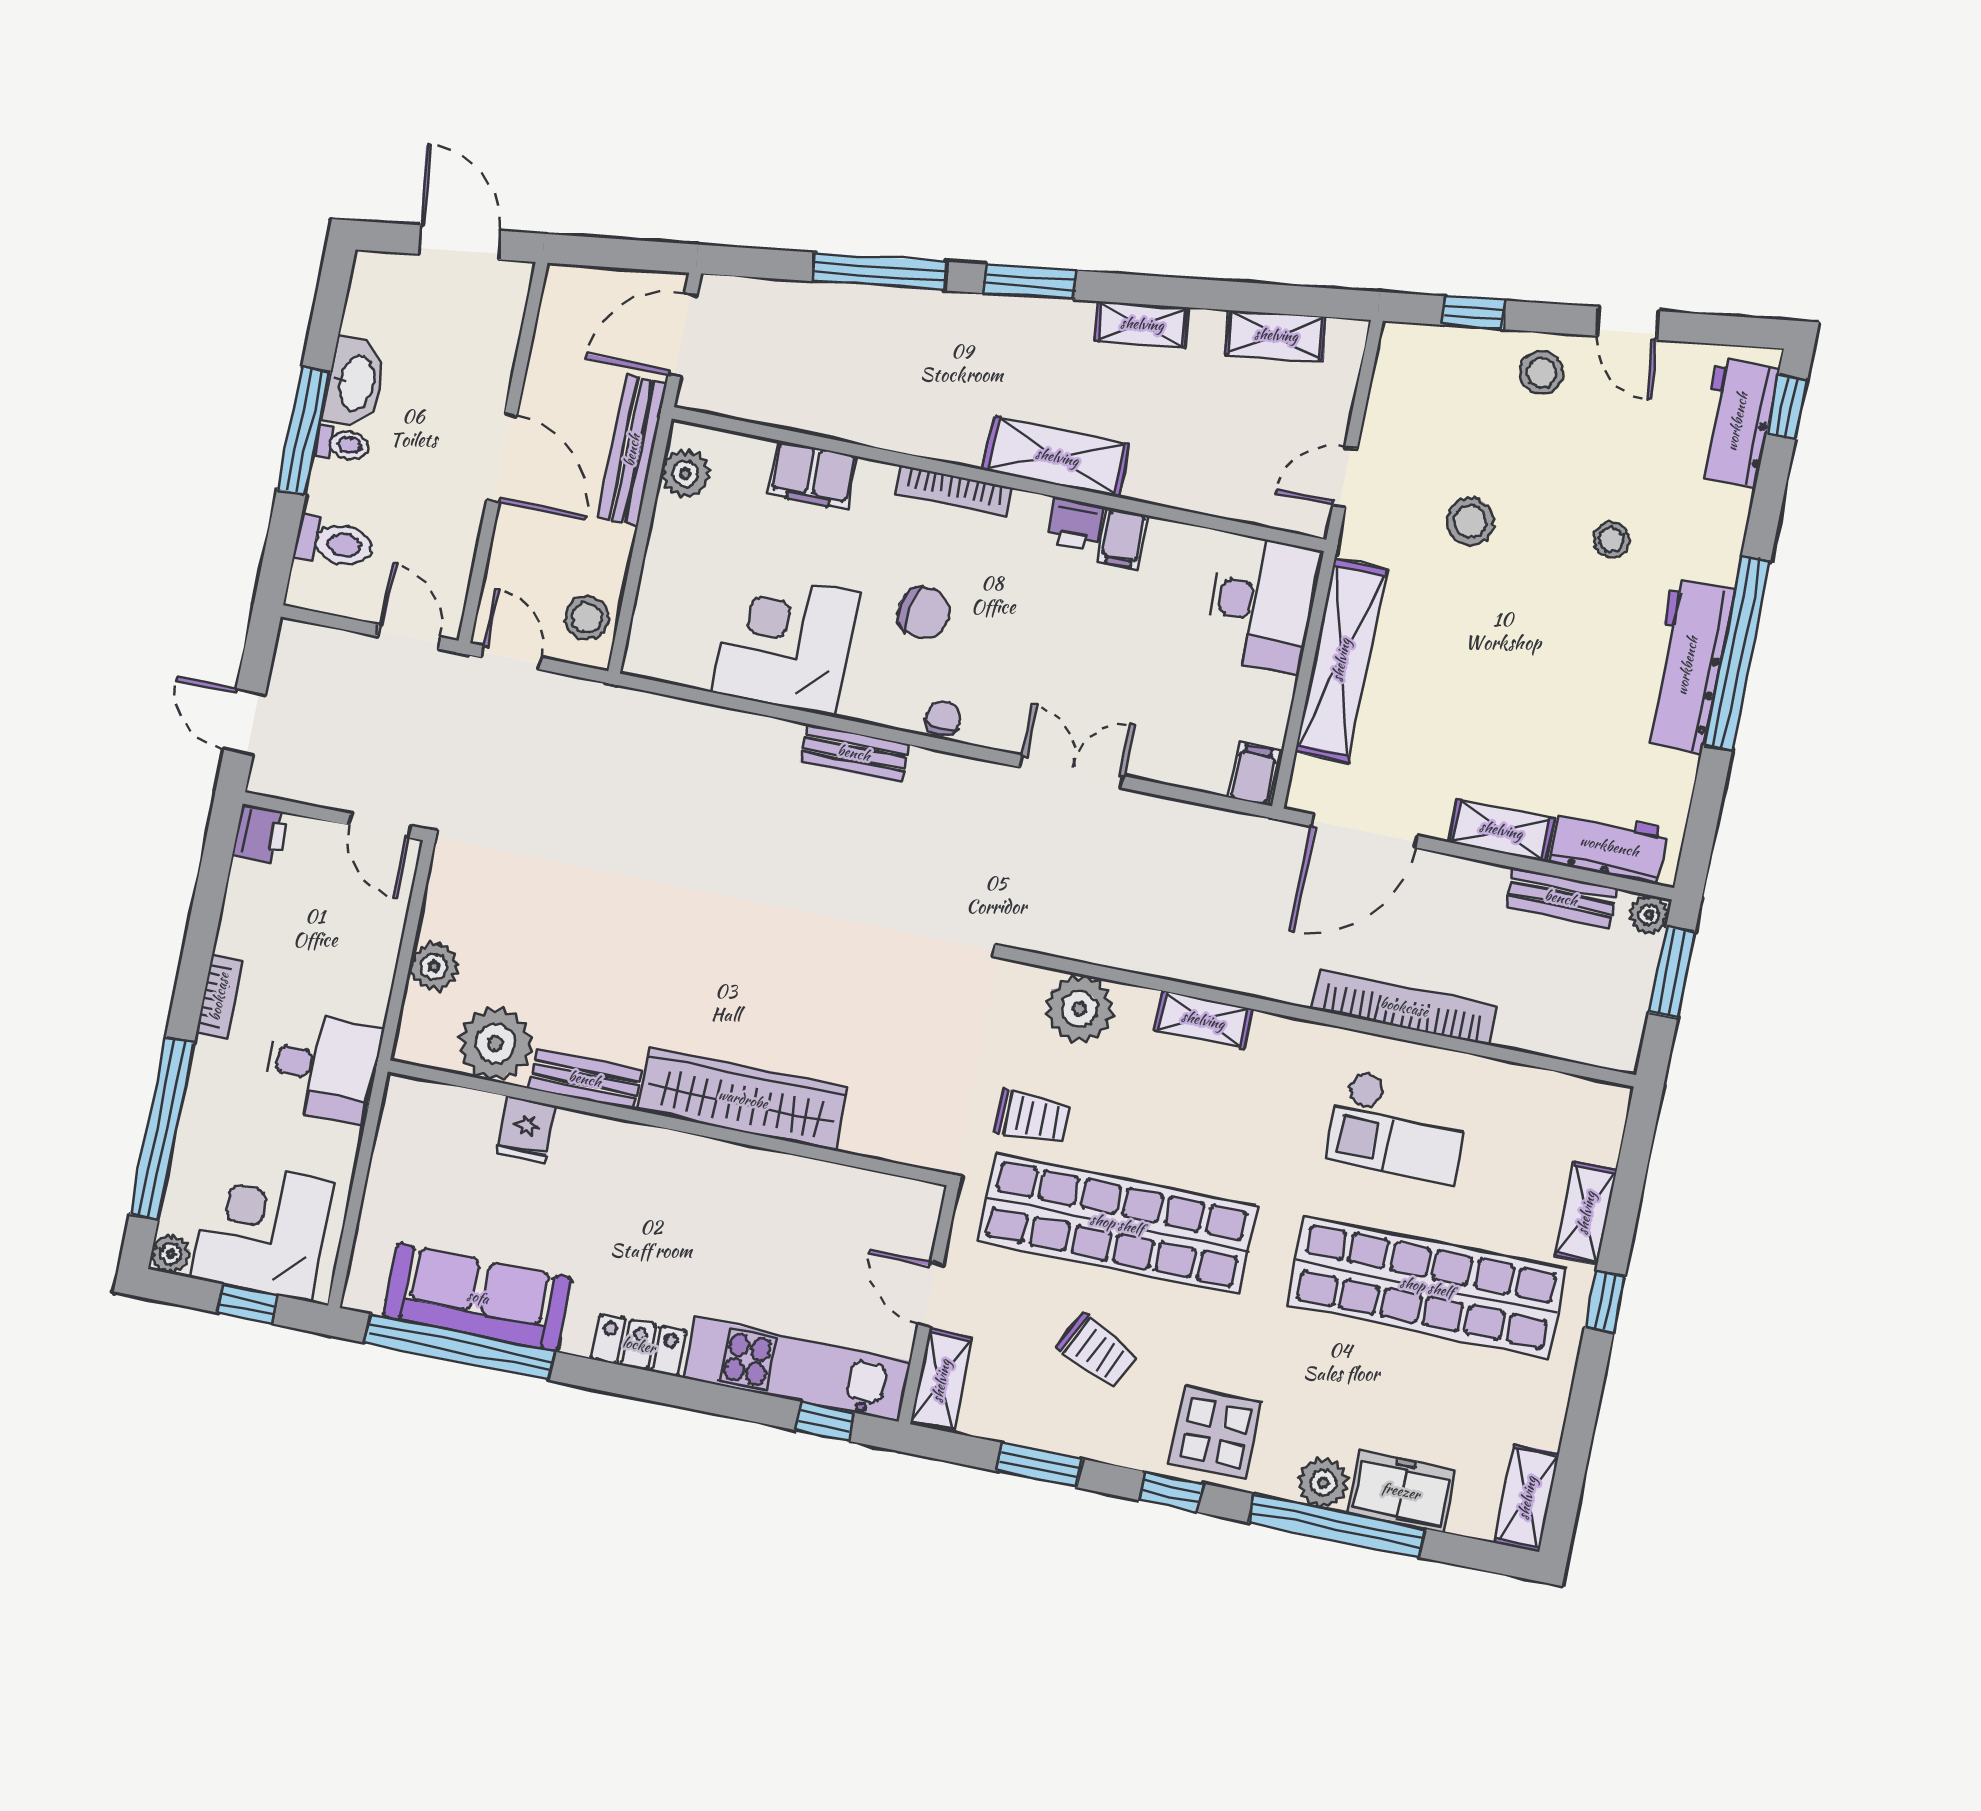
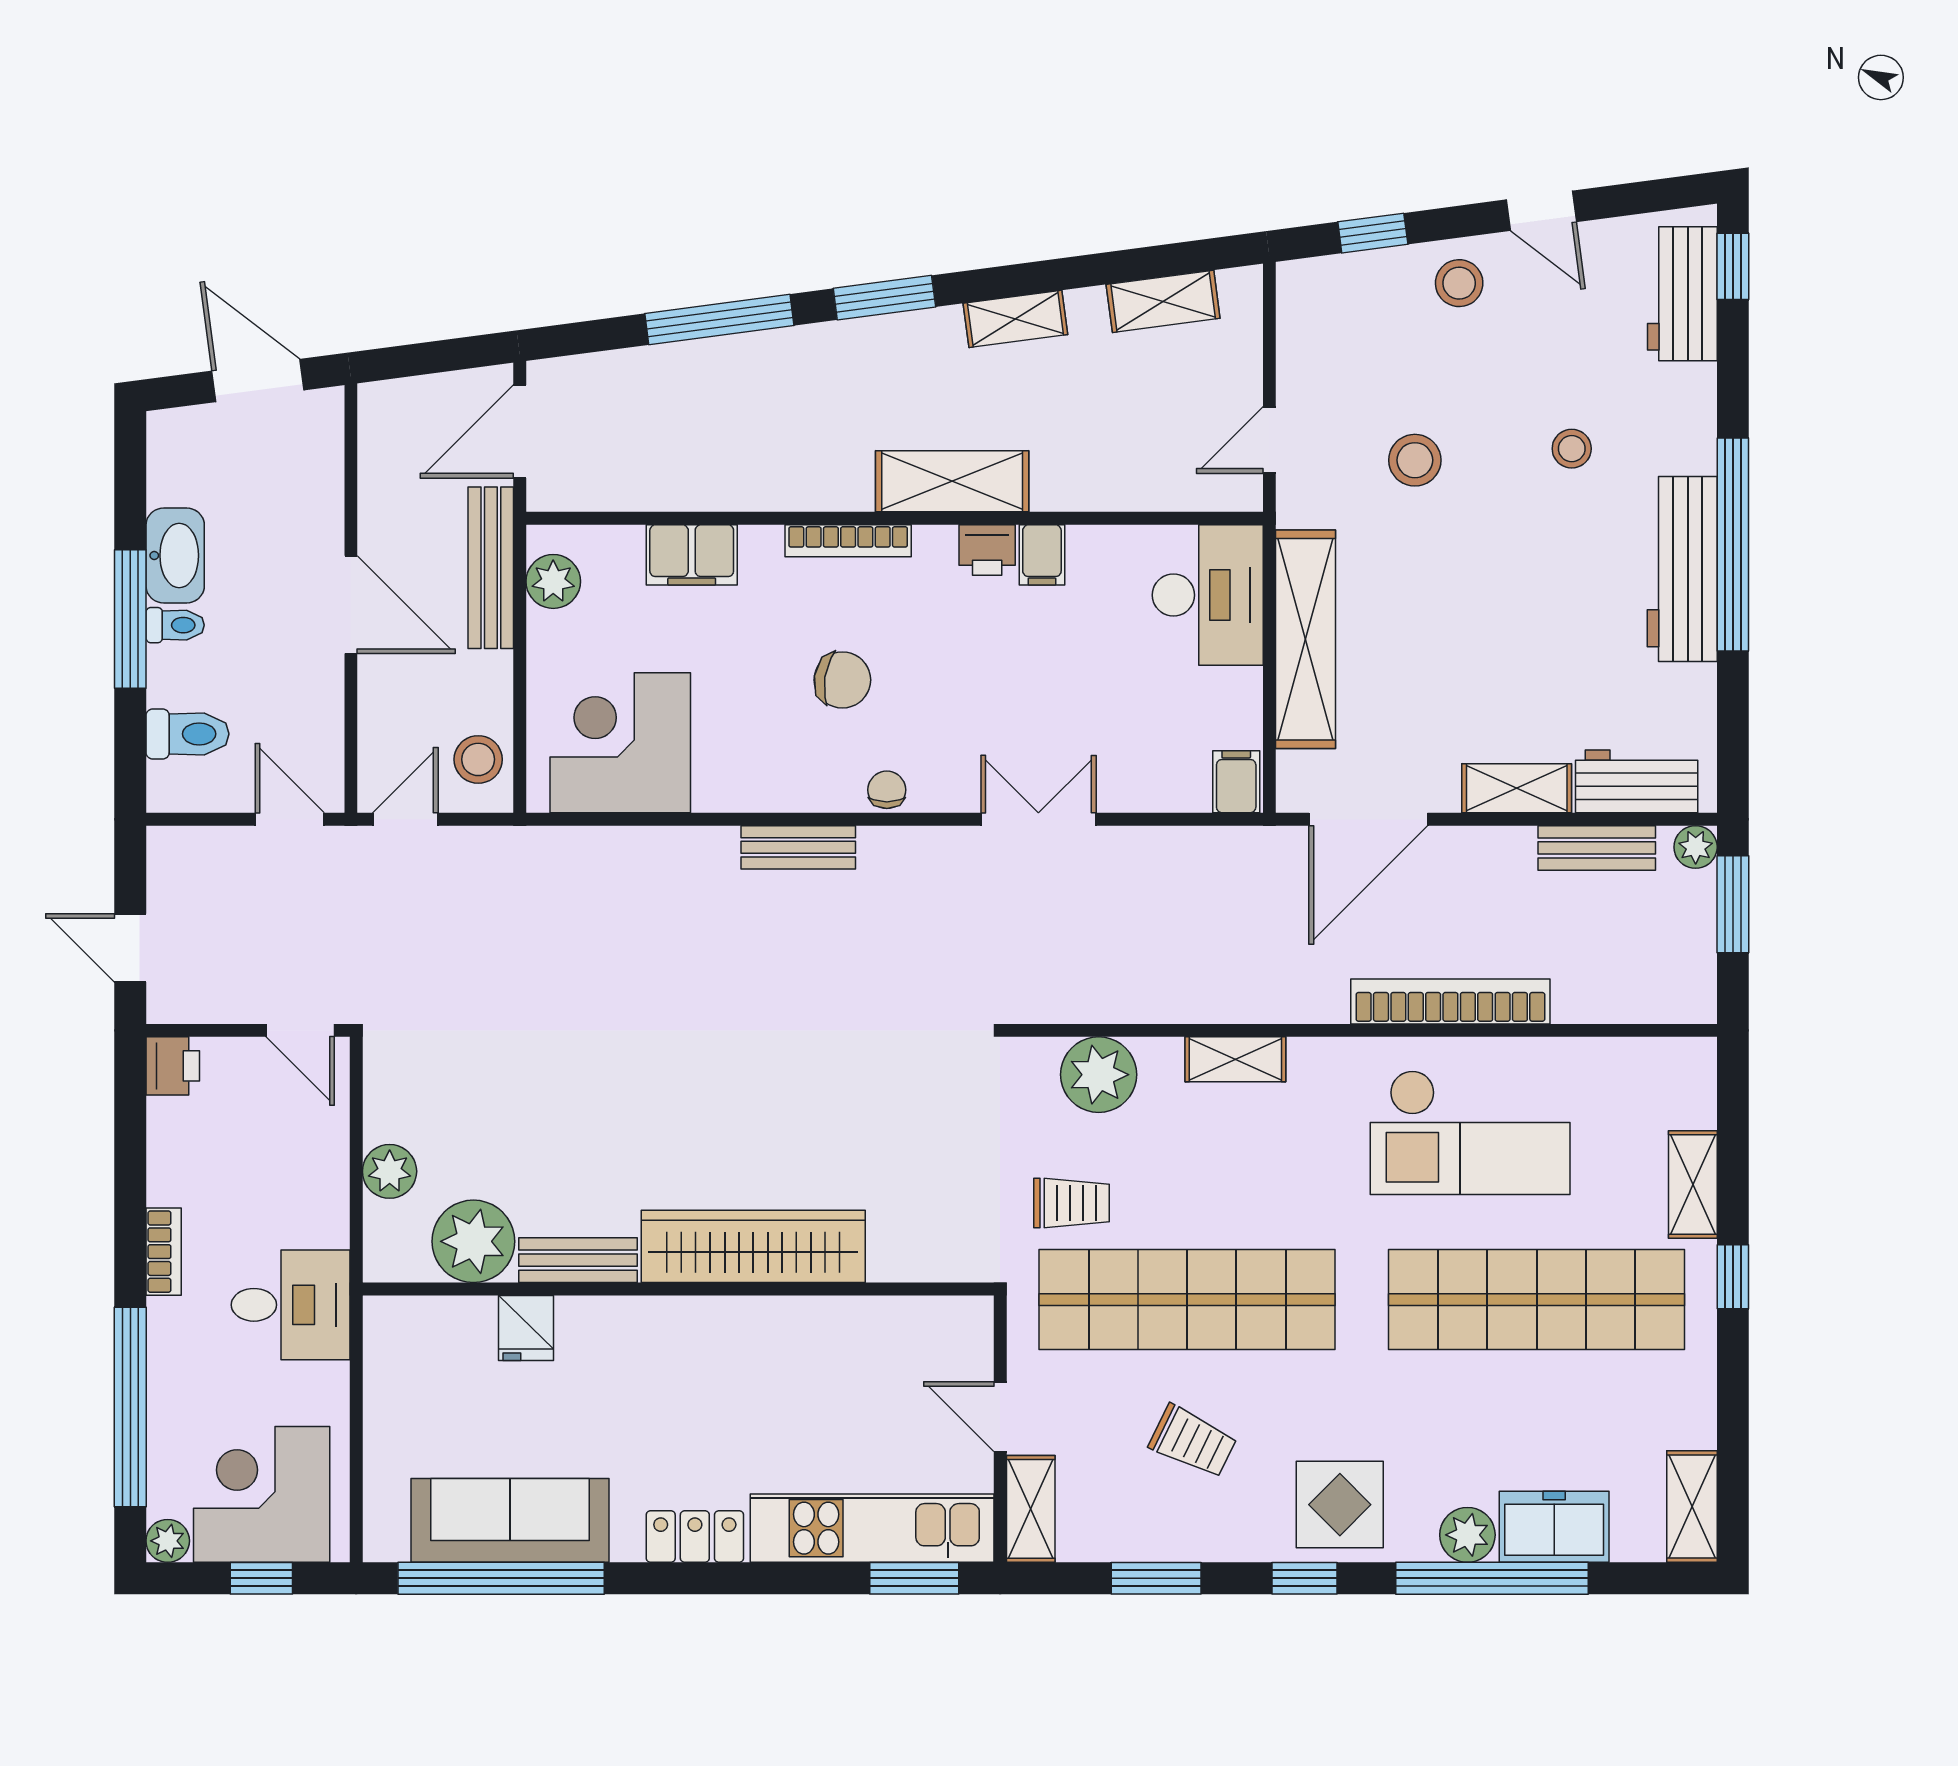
corner desk: (786, 643) -> (620, 743), moved
door: (511, 658) -> (405, 819), hinge flipped
checkout: (1398, 1127) -> (1470, 1132), width x1.36, depth x1.21
window: (825, 1422) -> (914, 1578), width x1.50

